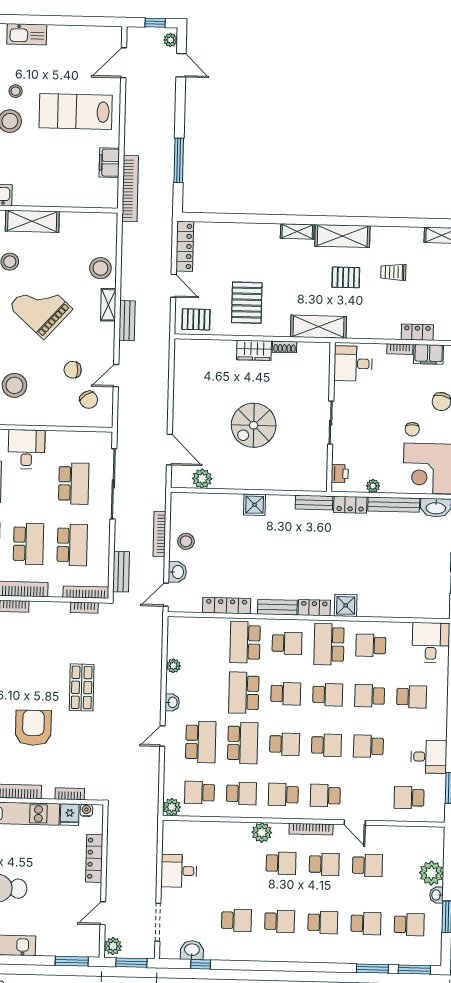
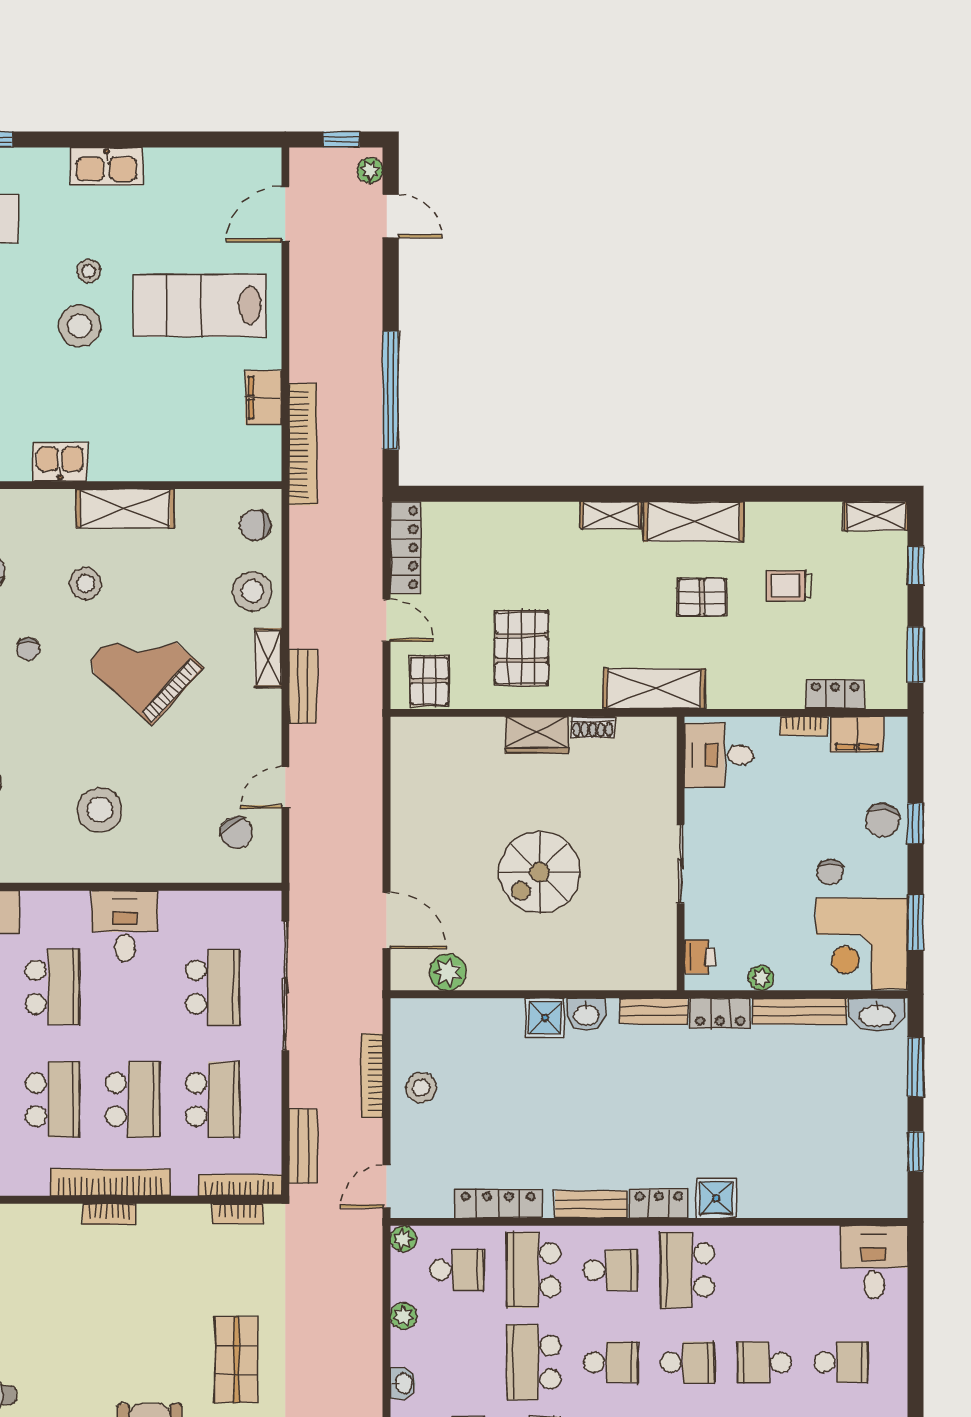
window: (179, 160) -> (391, 390), width x1.46
pallet: (196, 319) -> (429, 681), turned 90
chair: (73, 370) -> (255, 525), moved
washbasin: (177, 572) -> (586, 1014), moved, turned 90
plant: (174, 624) -> (403, 1239), added
school desk: (371, 645) -> (457, 1270), moved, turned 180

